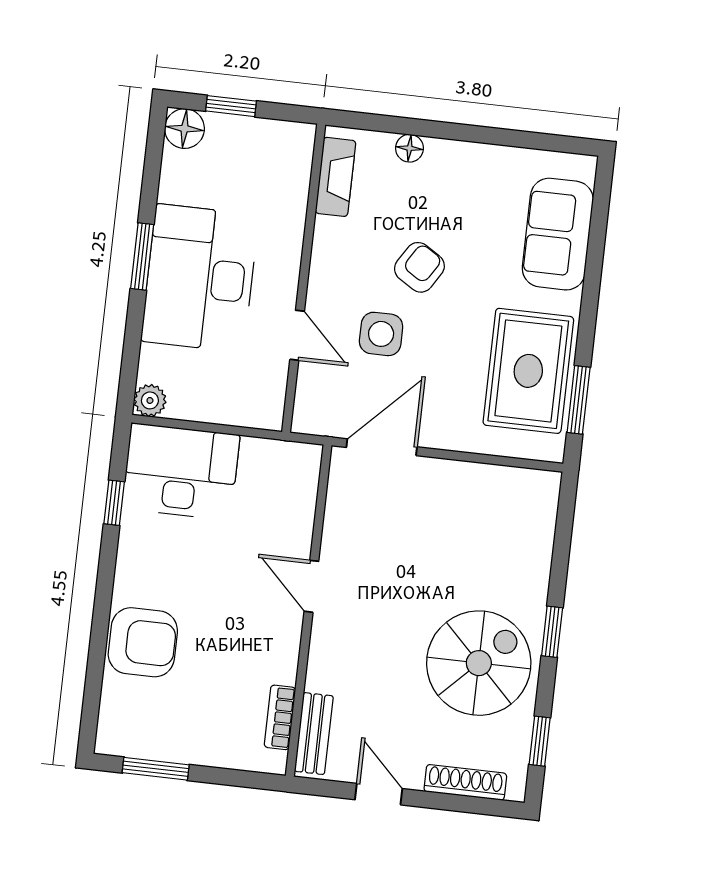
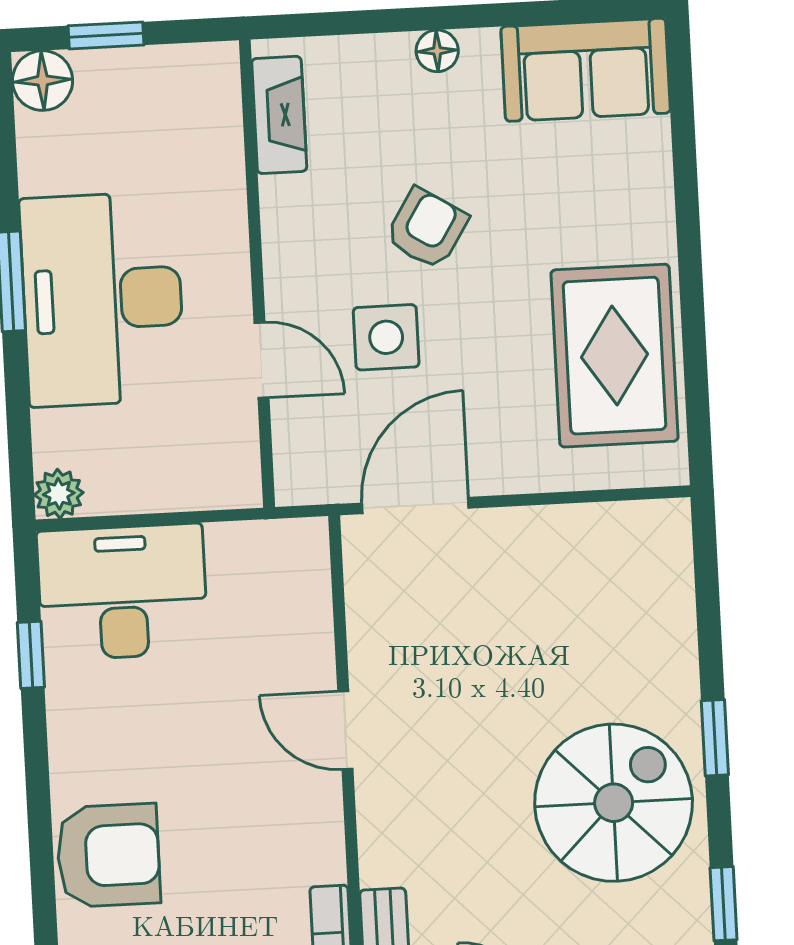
floor lamp: (409, 148) -> (437, 51), moved
sofa: (558, 234) -> (586, 70), moved, turned -90
window: (579, 400) -> (696, 386), removed

